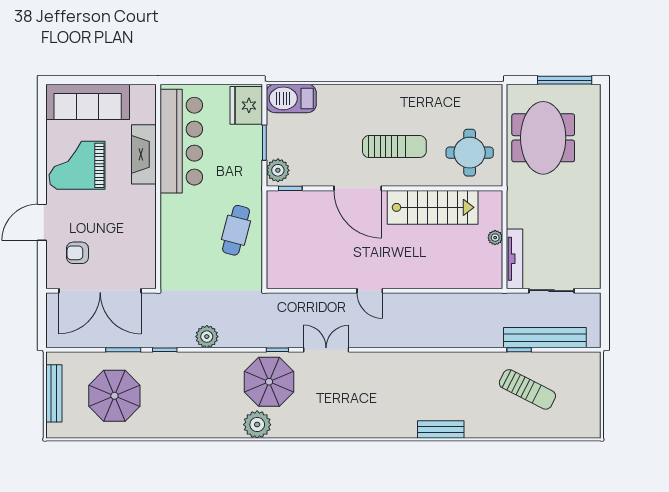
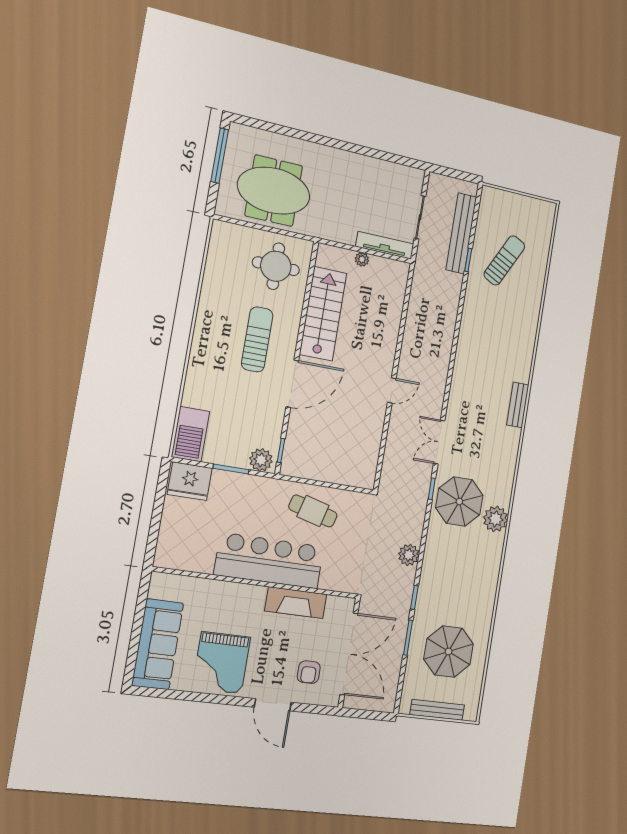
bar counter: (181, 141) -> (269, 561), moved
fireplace: (144, 154) -> (296, 603), moved
bench: (441, 430) -> (518, 405), moved

